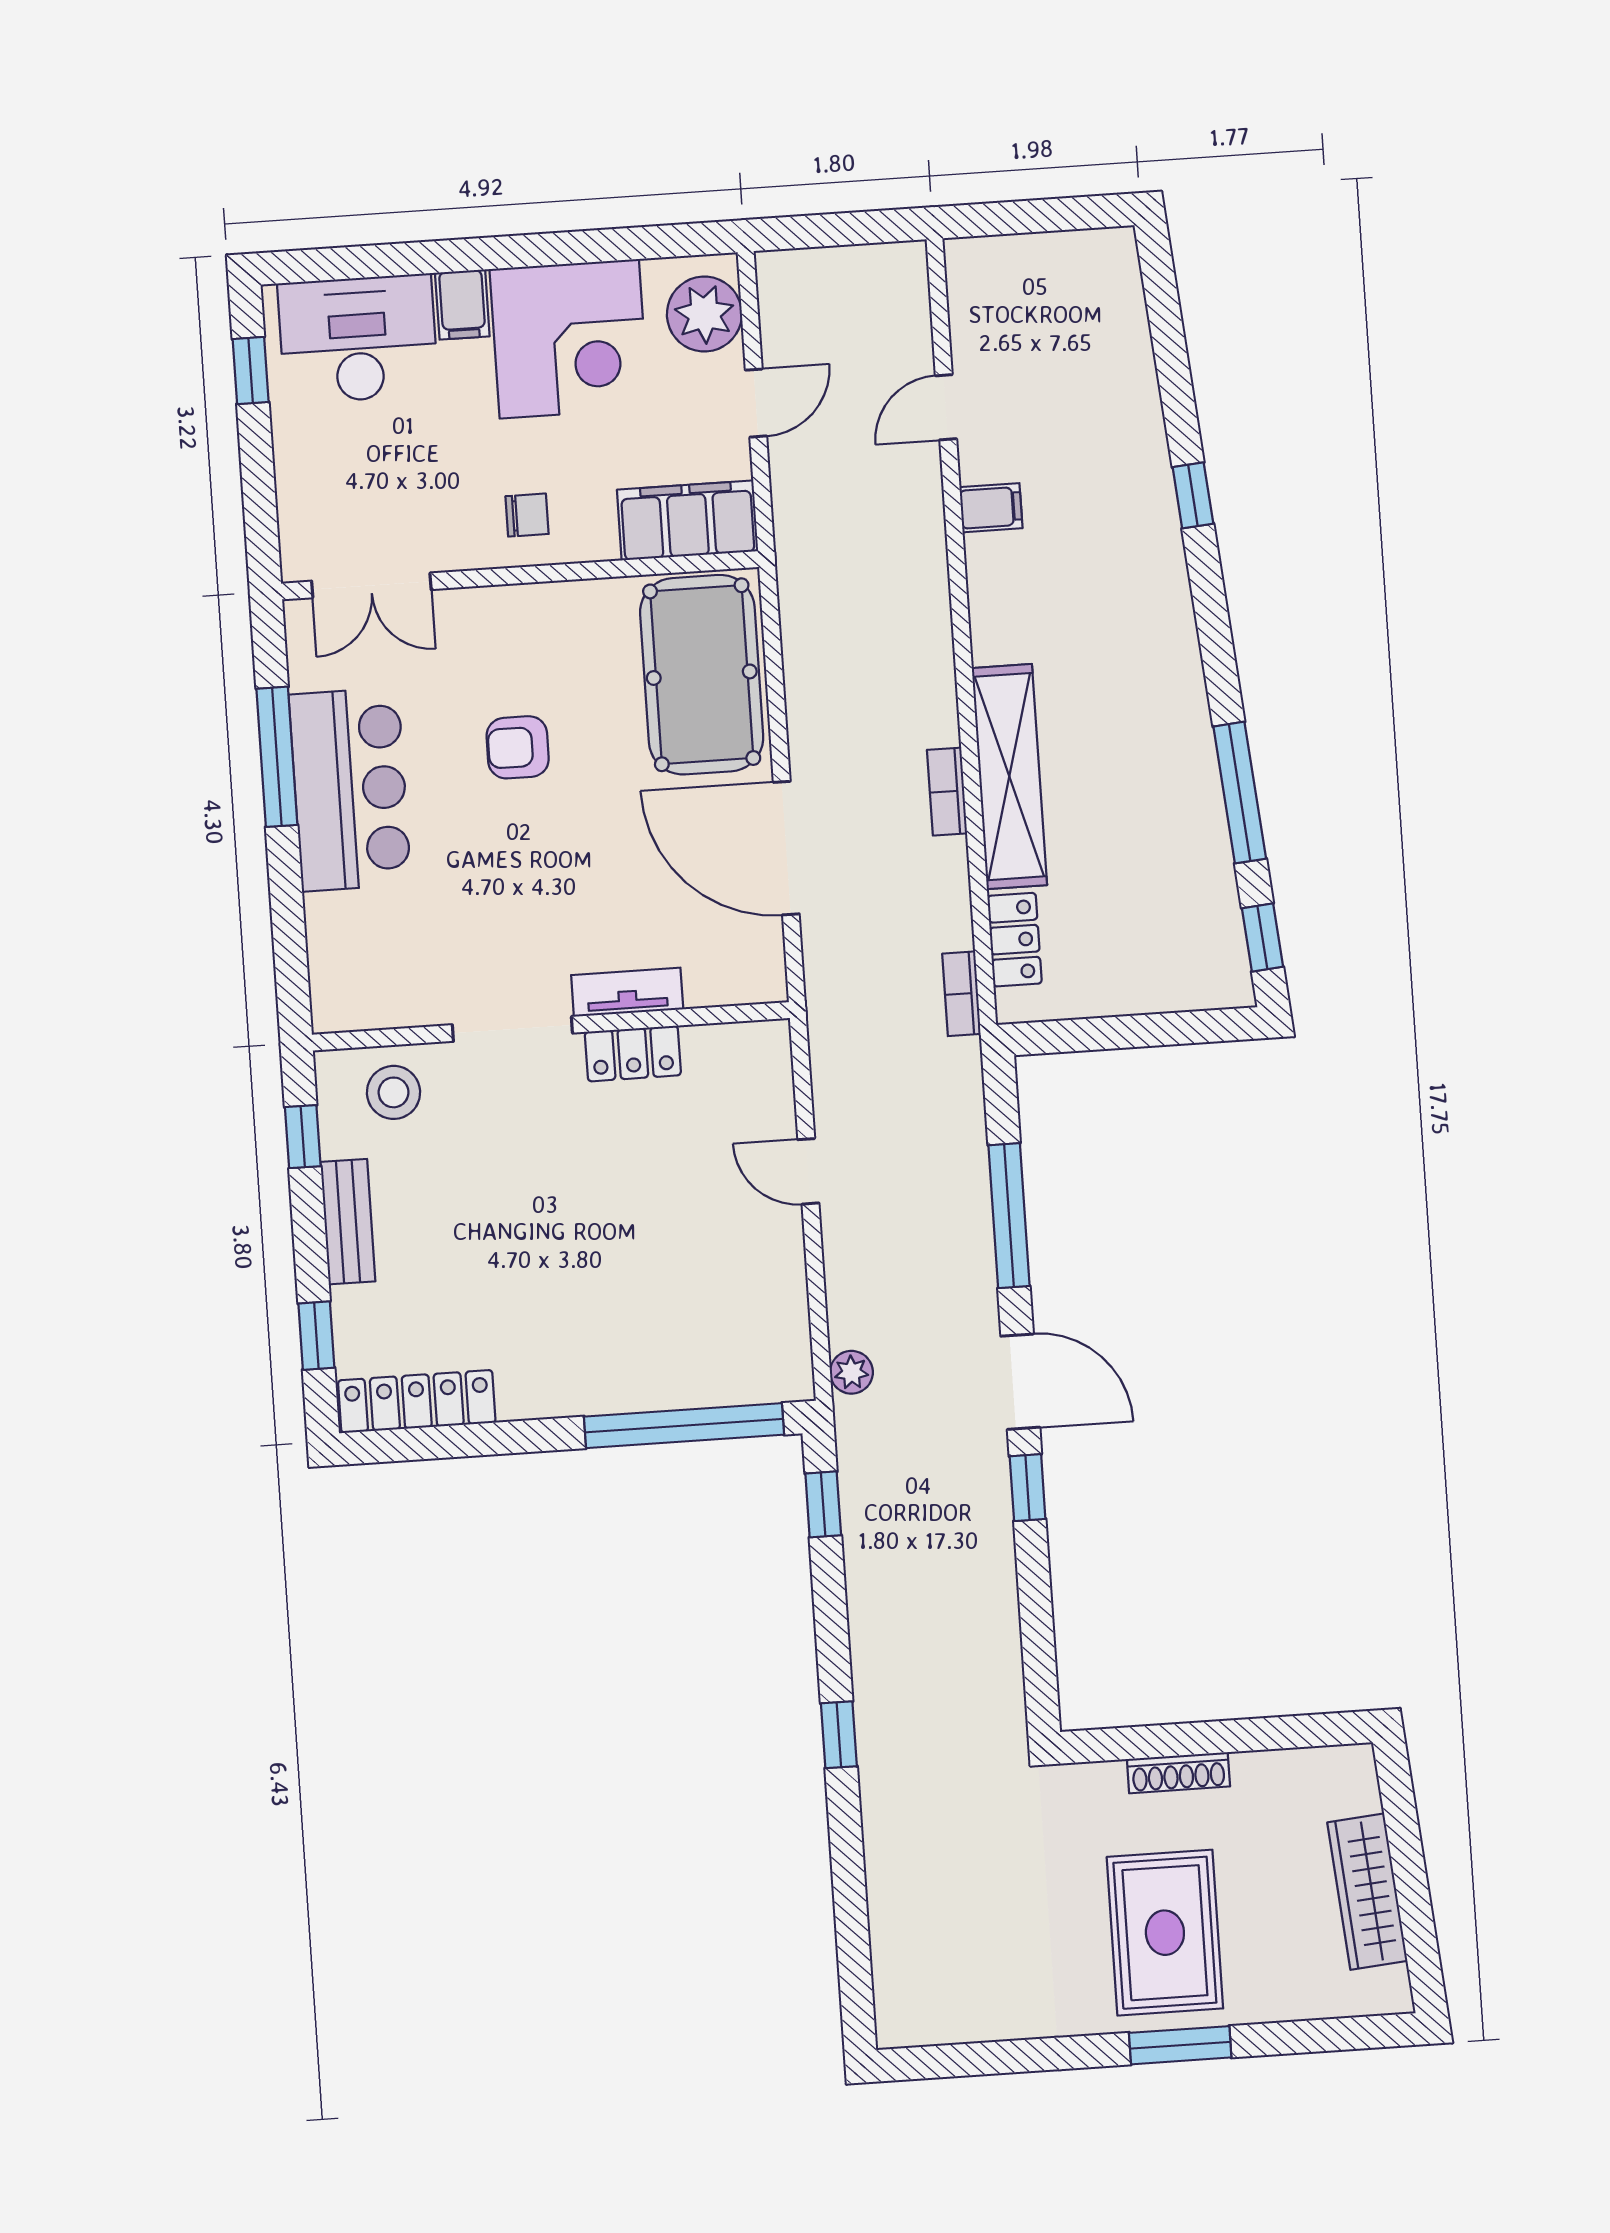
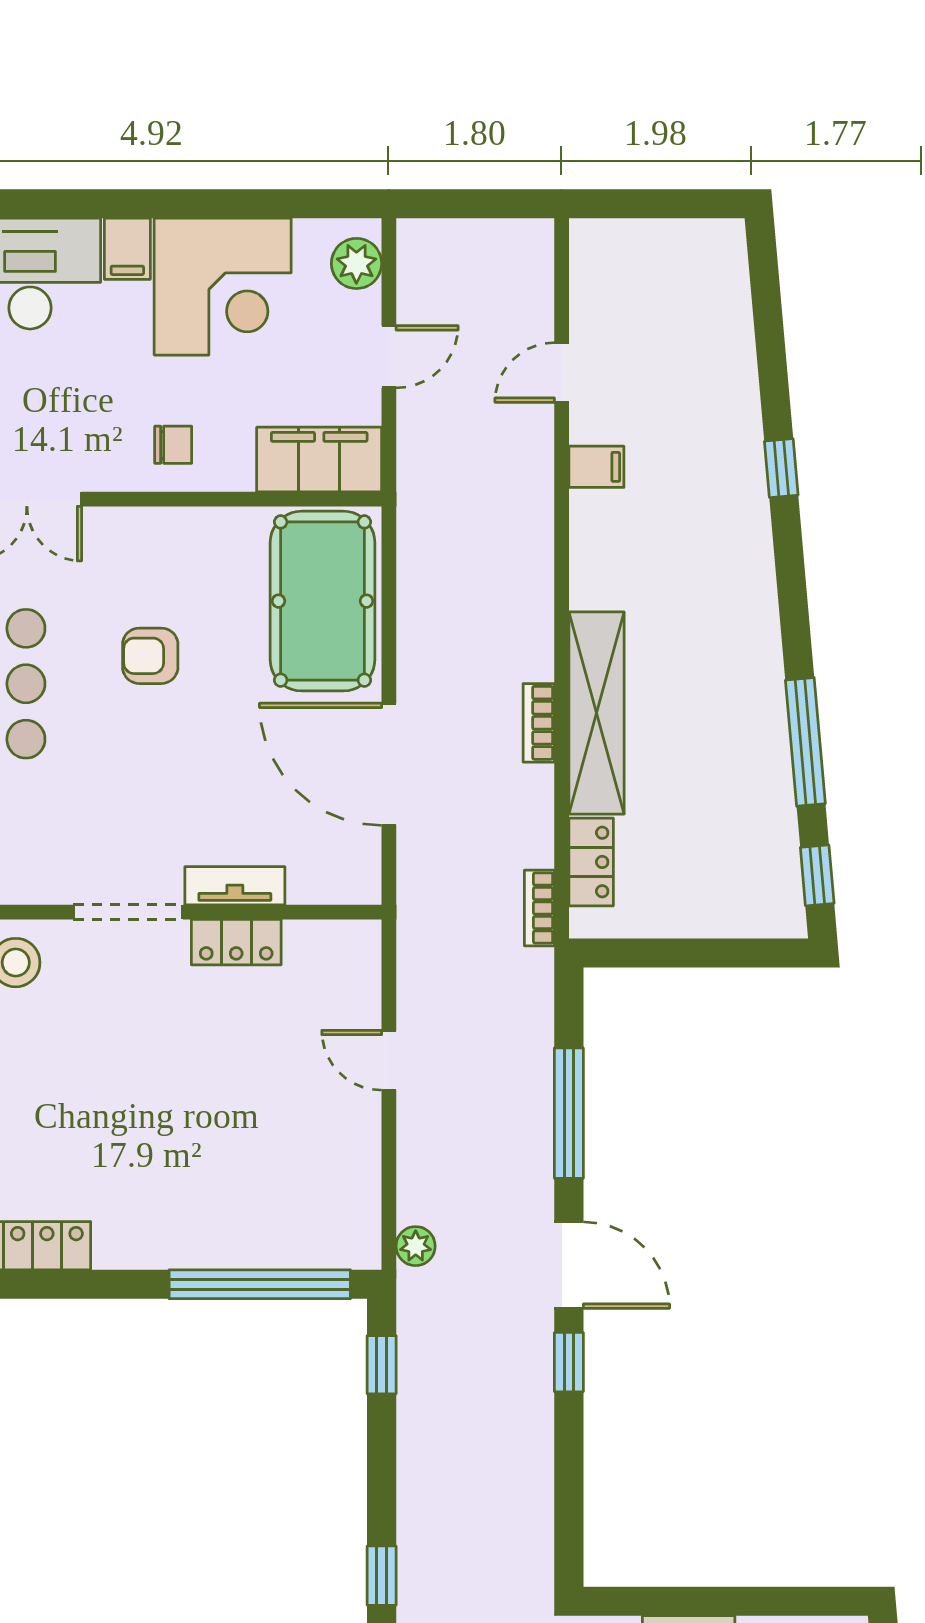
plant: (704, 314) -> (356, 263), width x0.73, depth x0.73

